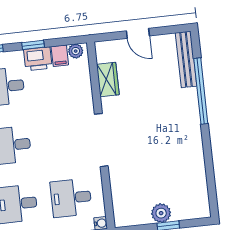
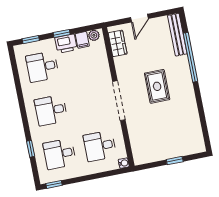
door: (138, 33) -> (139, 18), hinge flipped
wardrobe: (108, 80) -> (118, 43), moved
rug: (153, 126) -> (157, 86), added
plant: (161, 213) -> (168, 152), removed

